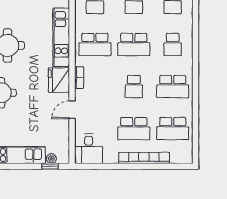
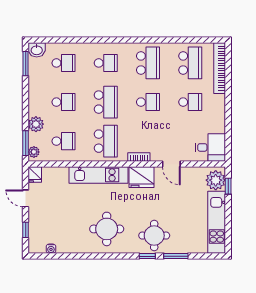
school desk: (134, 129) -> (190, 102), width x0.54
bookcase: (144, 158) -> (220, 68), moved
plant: (51, 159) -> (216, 180), width x1.87, depth x1.87

